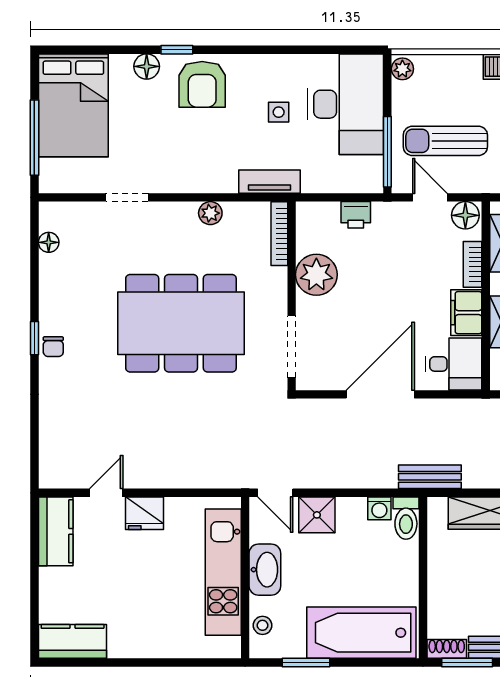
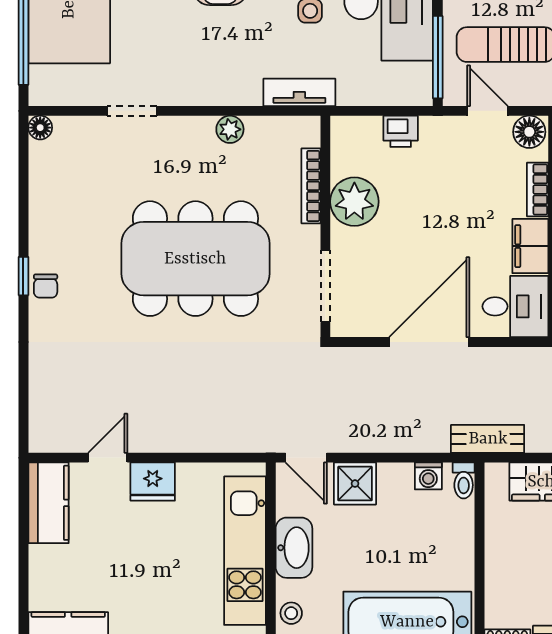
bookcase: (279, 234) -> (311, 186), moved
floor lamp: (49, 242) -> (40, 128), moved
toilet: (406, 518) -> (464, 480), width x0.73, depth x0.72

